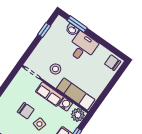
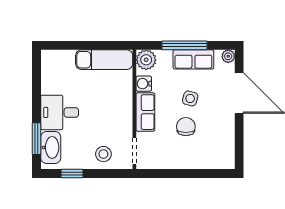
washbasin: (72, 30) -> (51, 147), width x1.91, depth x1.45
chair: (113, 63) -> (53, 62), removed
stool: (55, 69) -> (103, 154), moved
exam couch: (76, 94) -> (104, 60), moved, turned -90

